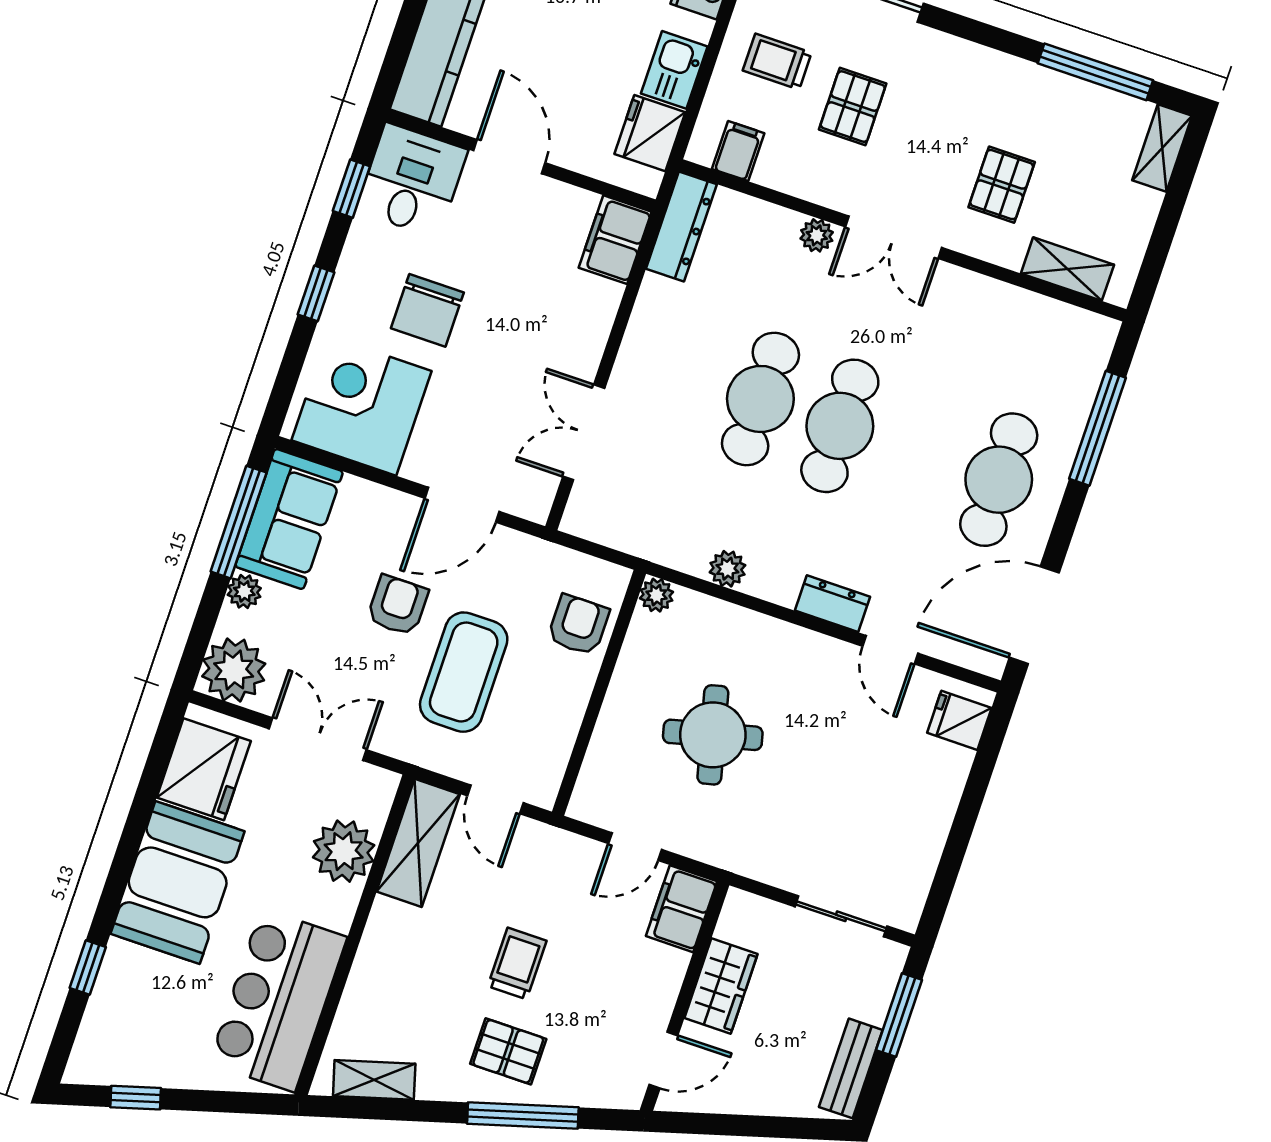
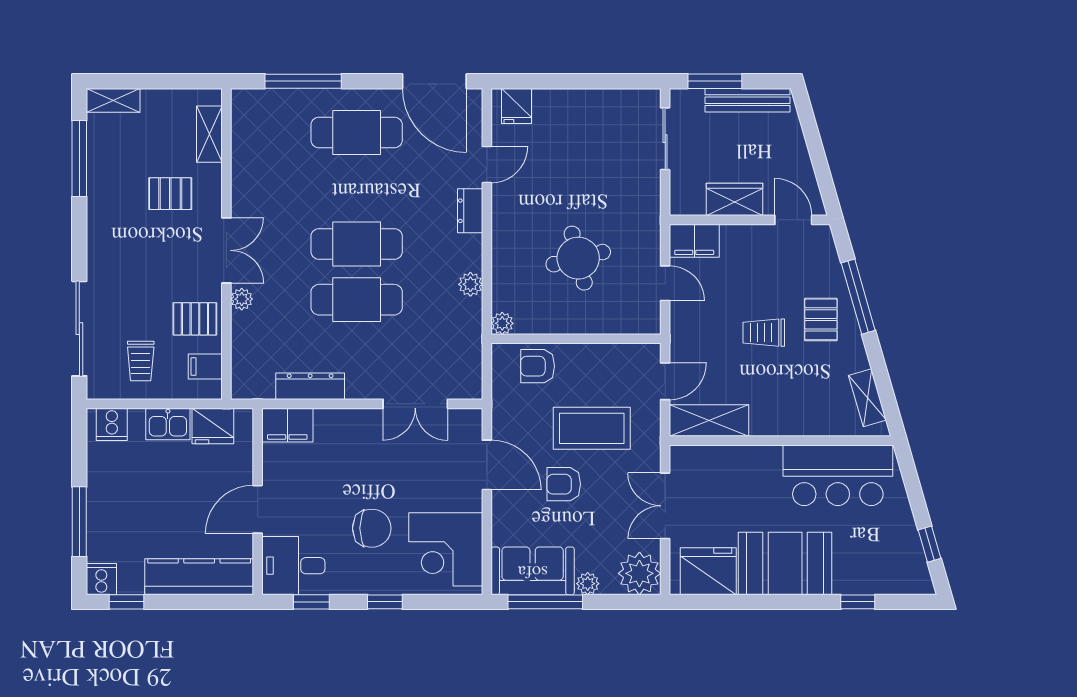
pallet: (853, 107) -> (195, 319), moved
dresser: (681, 226) -> (310, 386), moved
plant: (344, 851) -> (730, 466), removed
bench: (851, 1068) -> (747, 100), width x1.36

